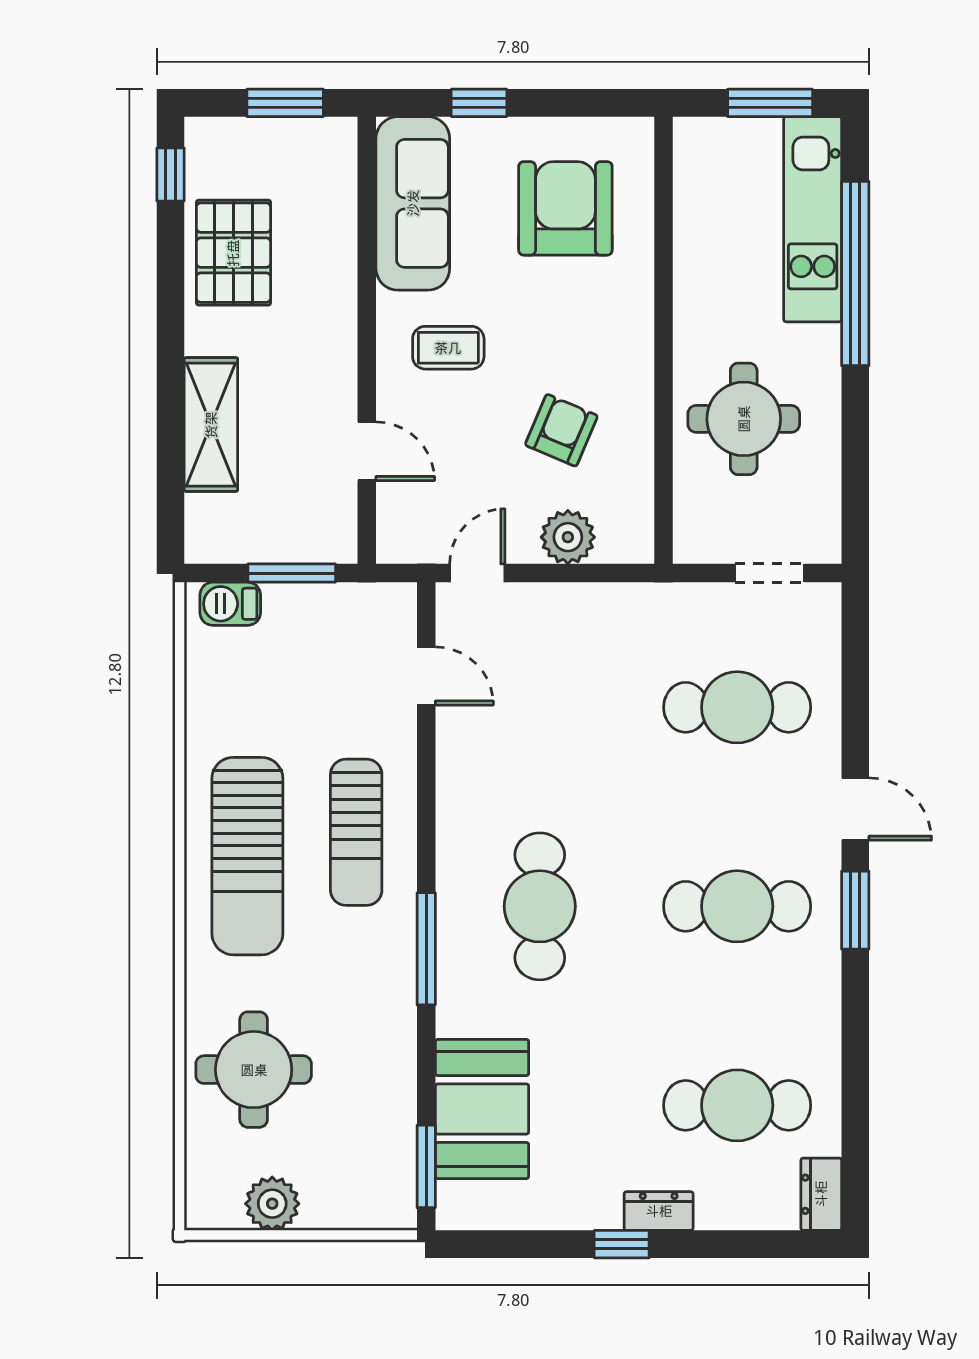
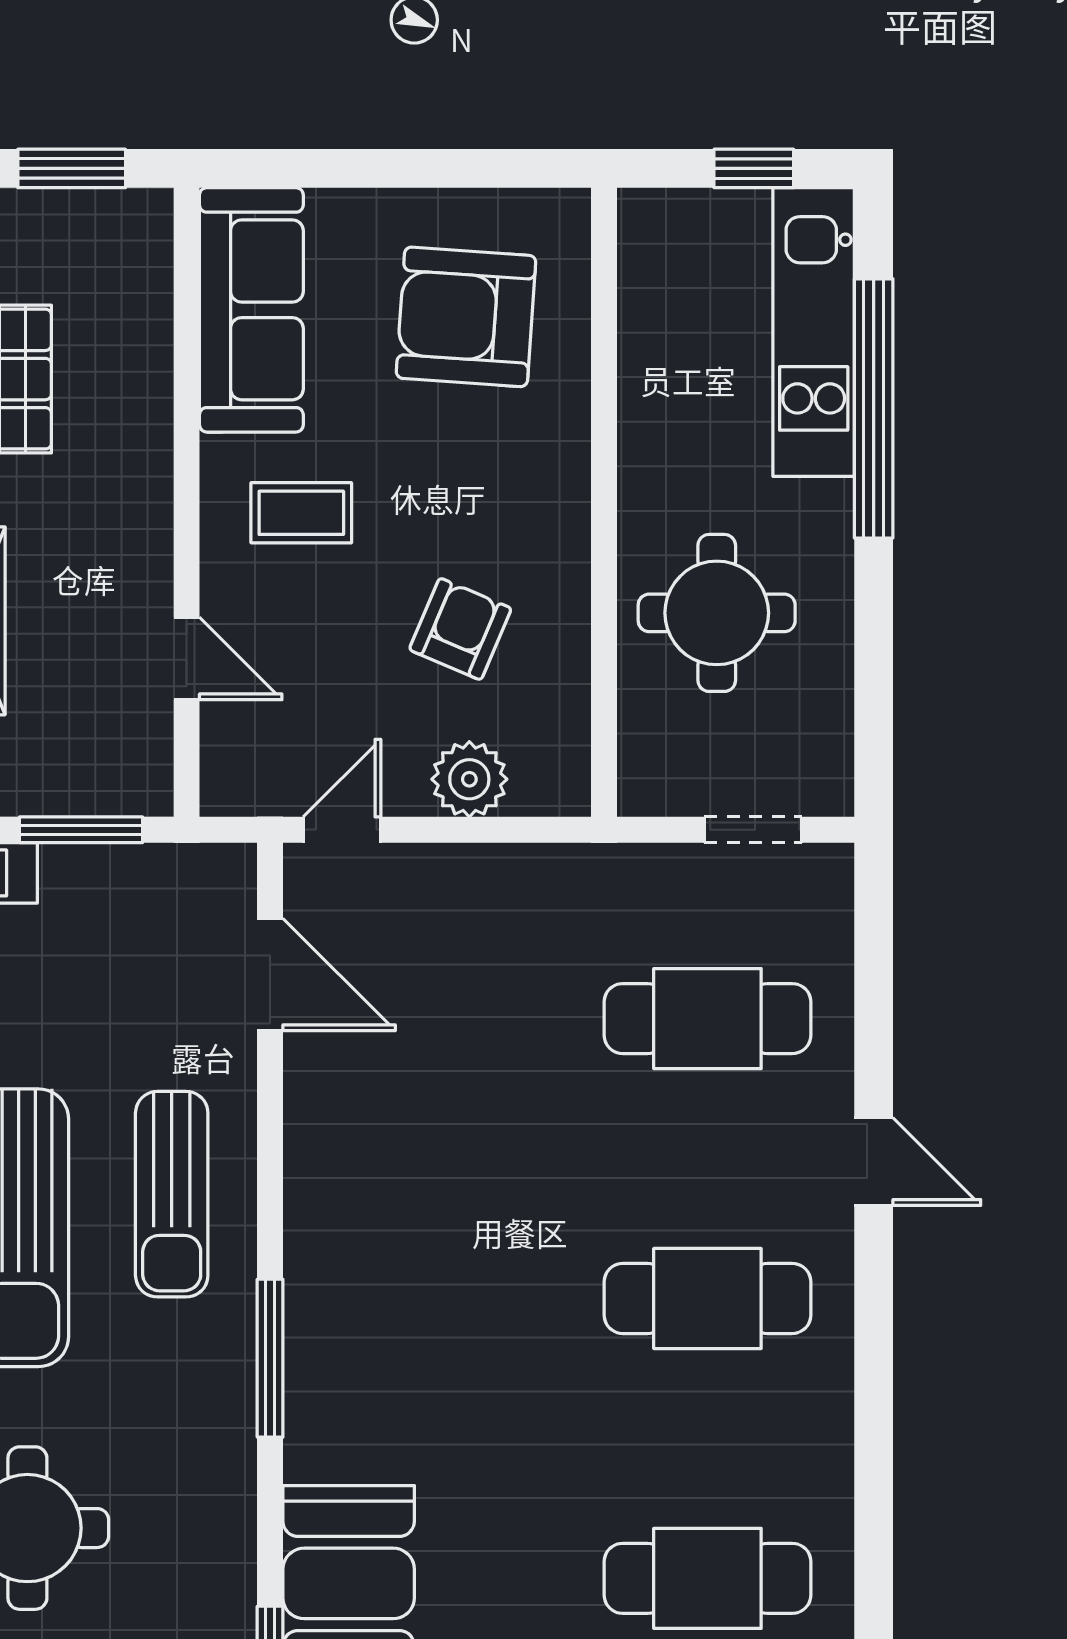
window: (479, 103) -> (344, 168), removed
window: (770, 103) -> (754, 168), width x0.67
armchair: (565, 208) -> (466, 317), turned -86
door: (426, 676) -> (270, 974), width x1.38
cafe table: (540, 906) -> (430, 1298), removed
window: (855, 910) -> (874, 1304), removed

